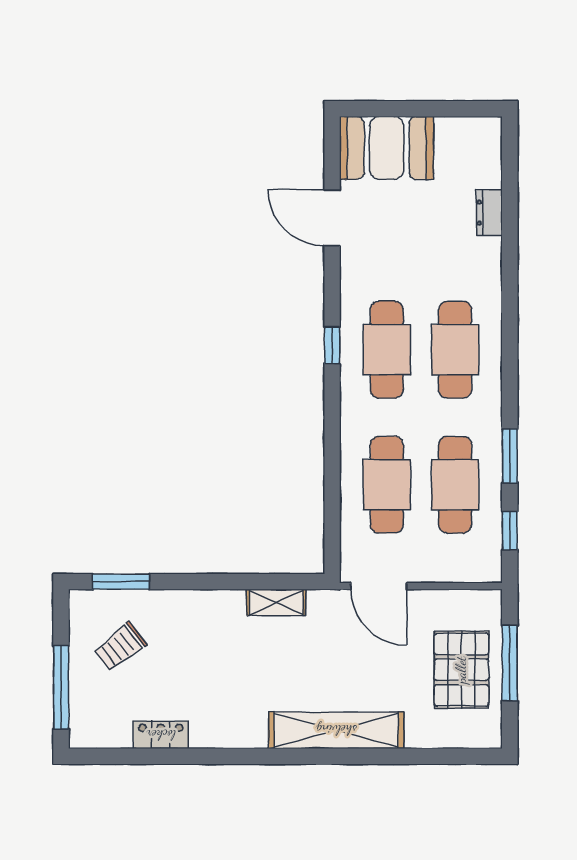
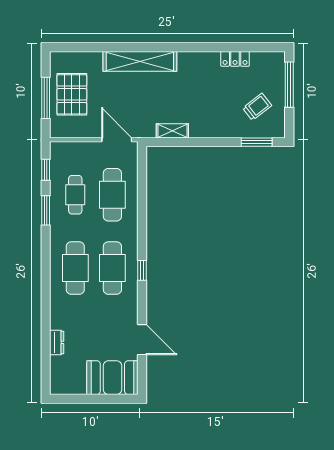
cafe table: (455, 485) -> (75, 195), width x0.73, depth x0.74

